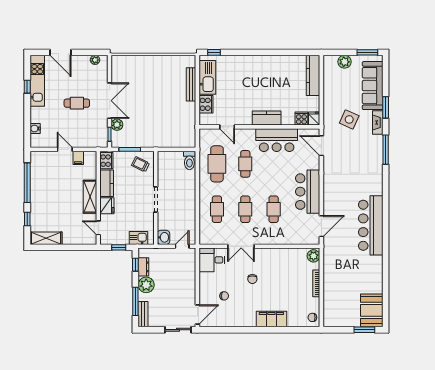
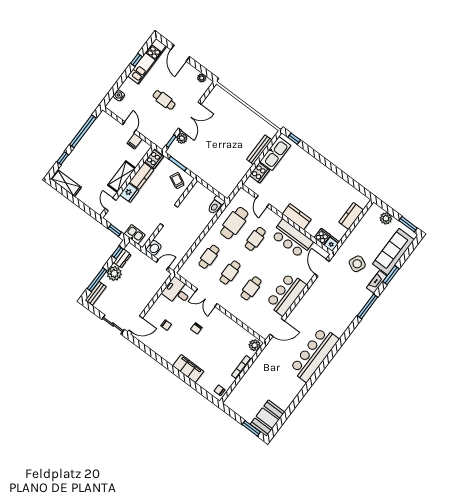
kitchen counter: (313, 76) -> (351, 216), width x0.67

